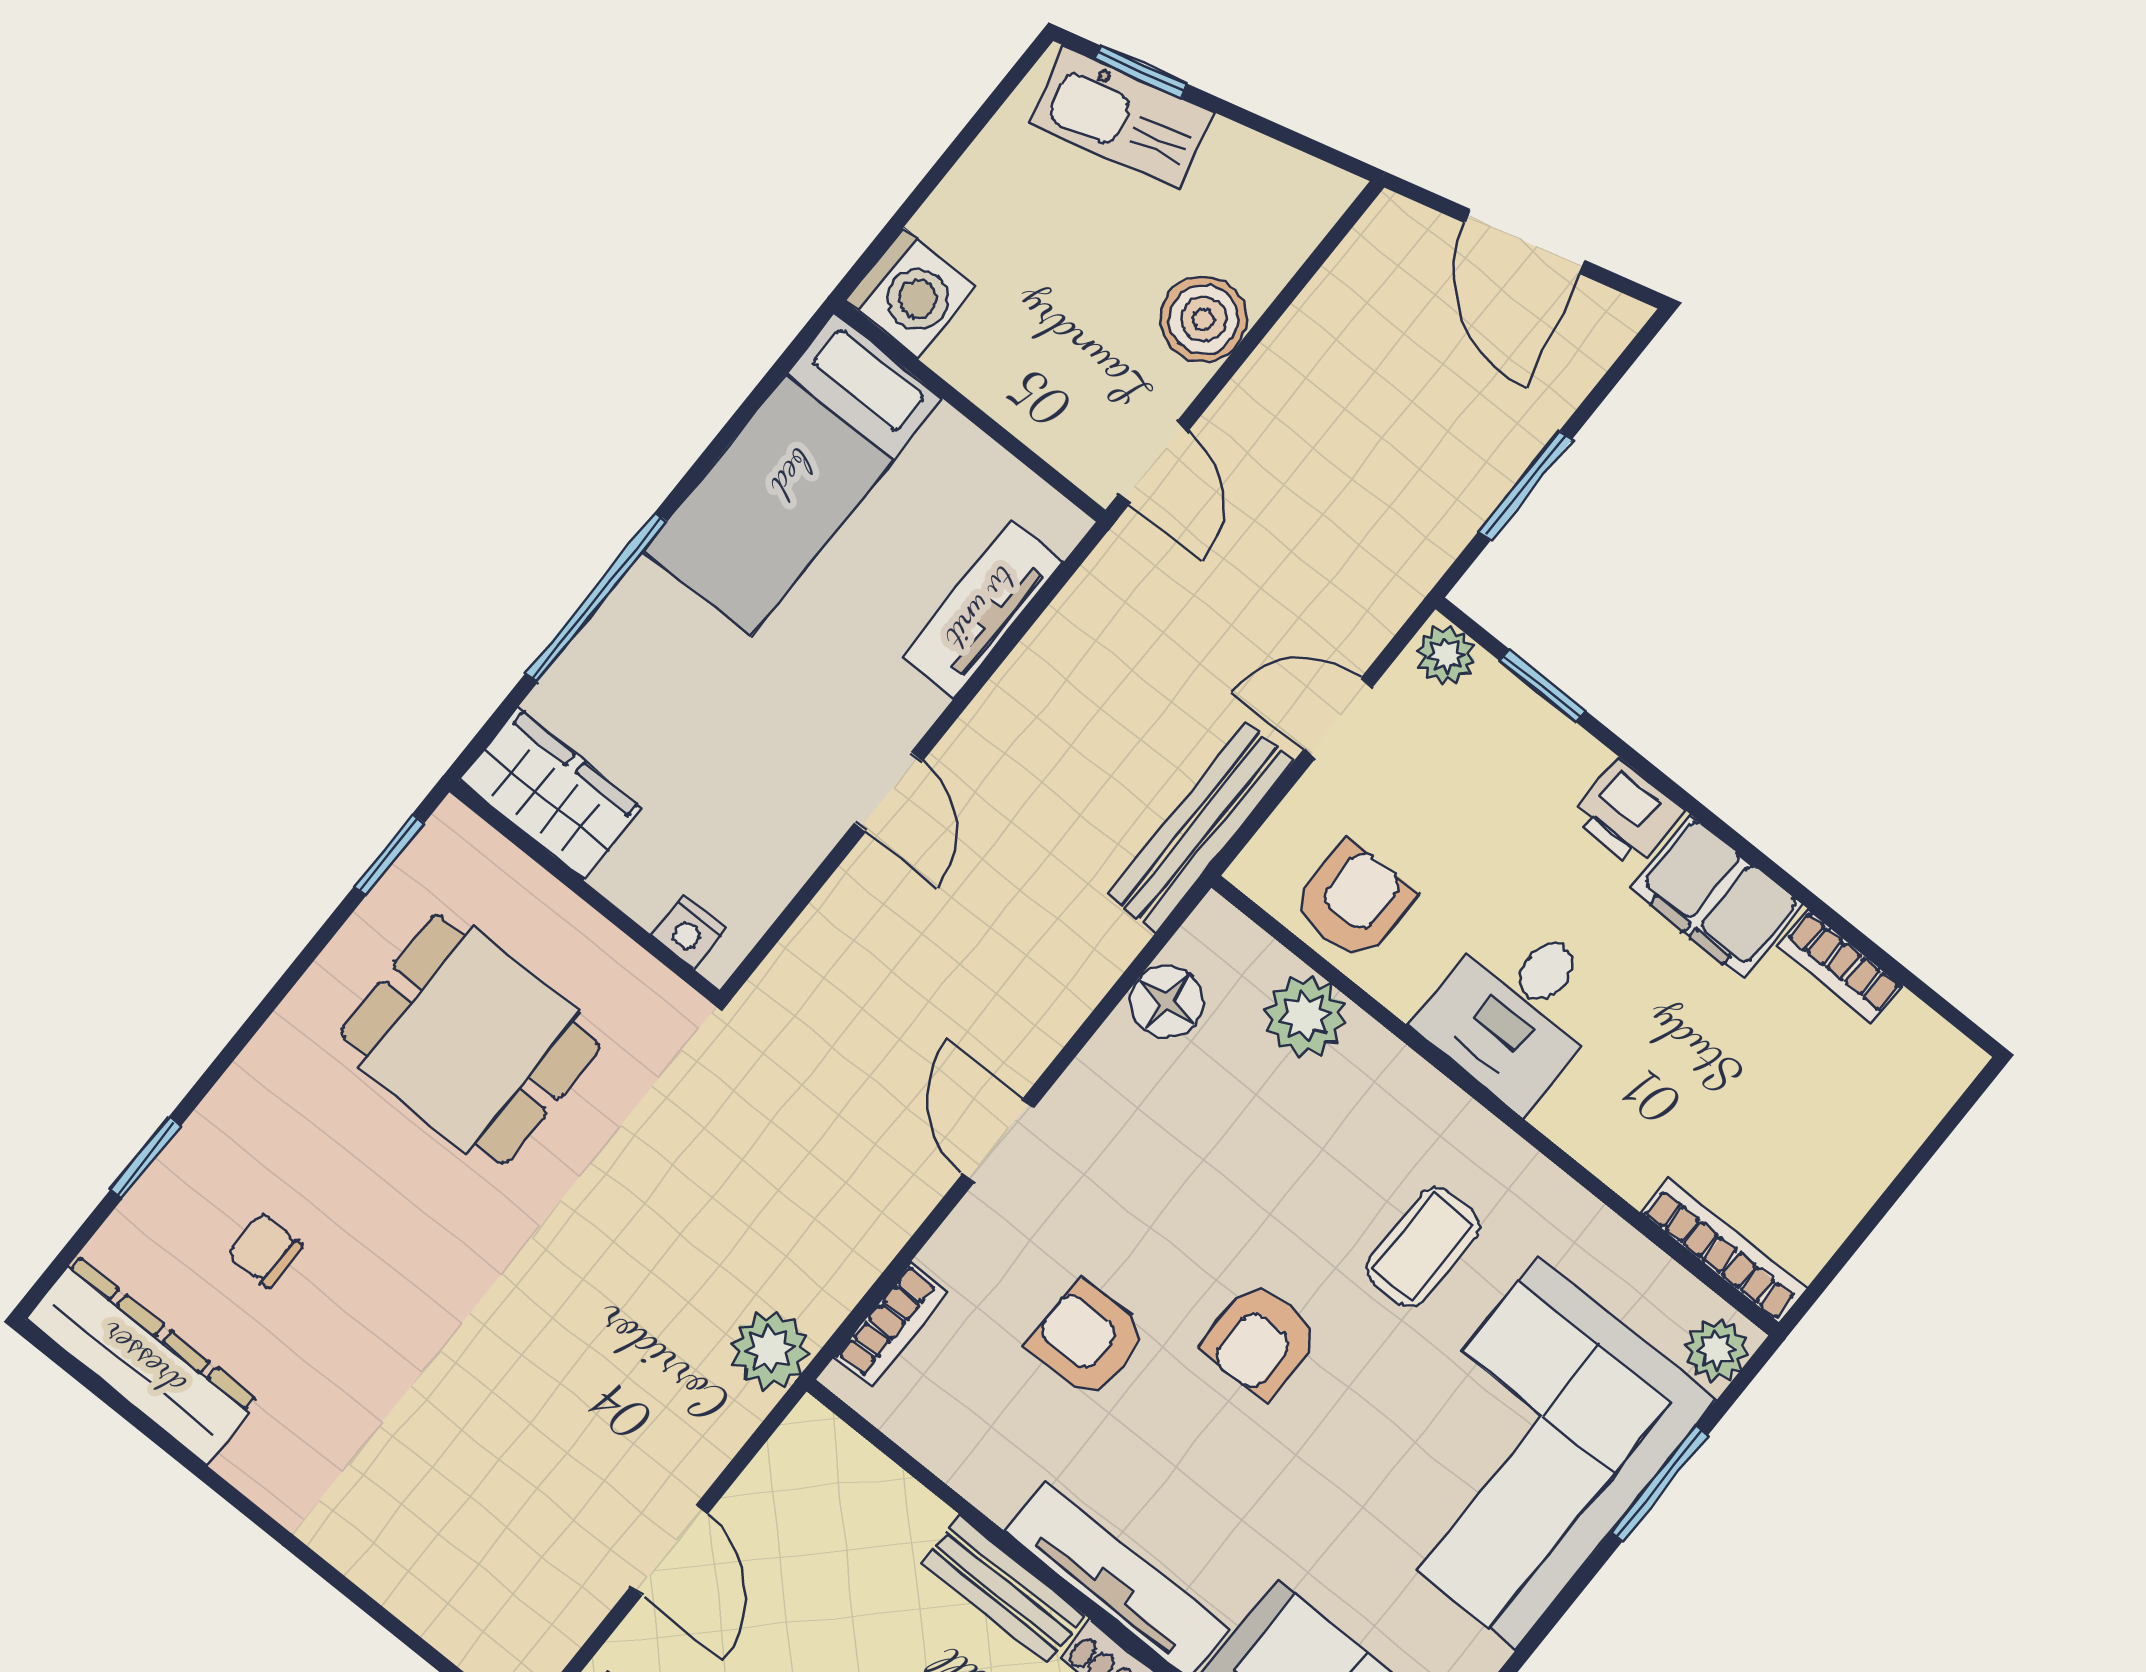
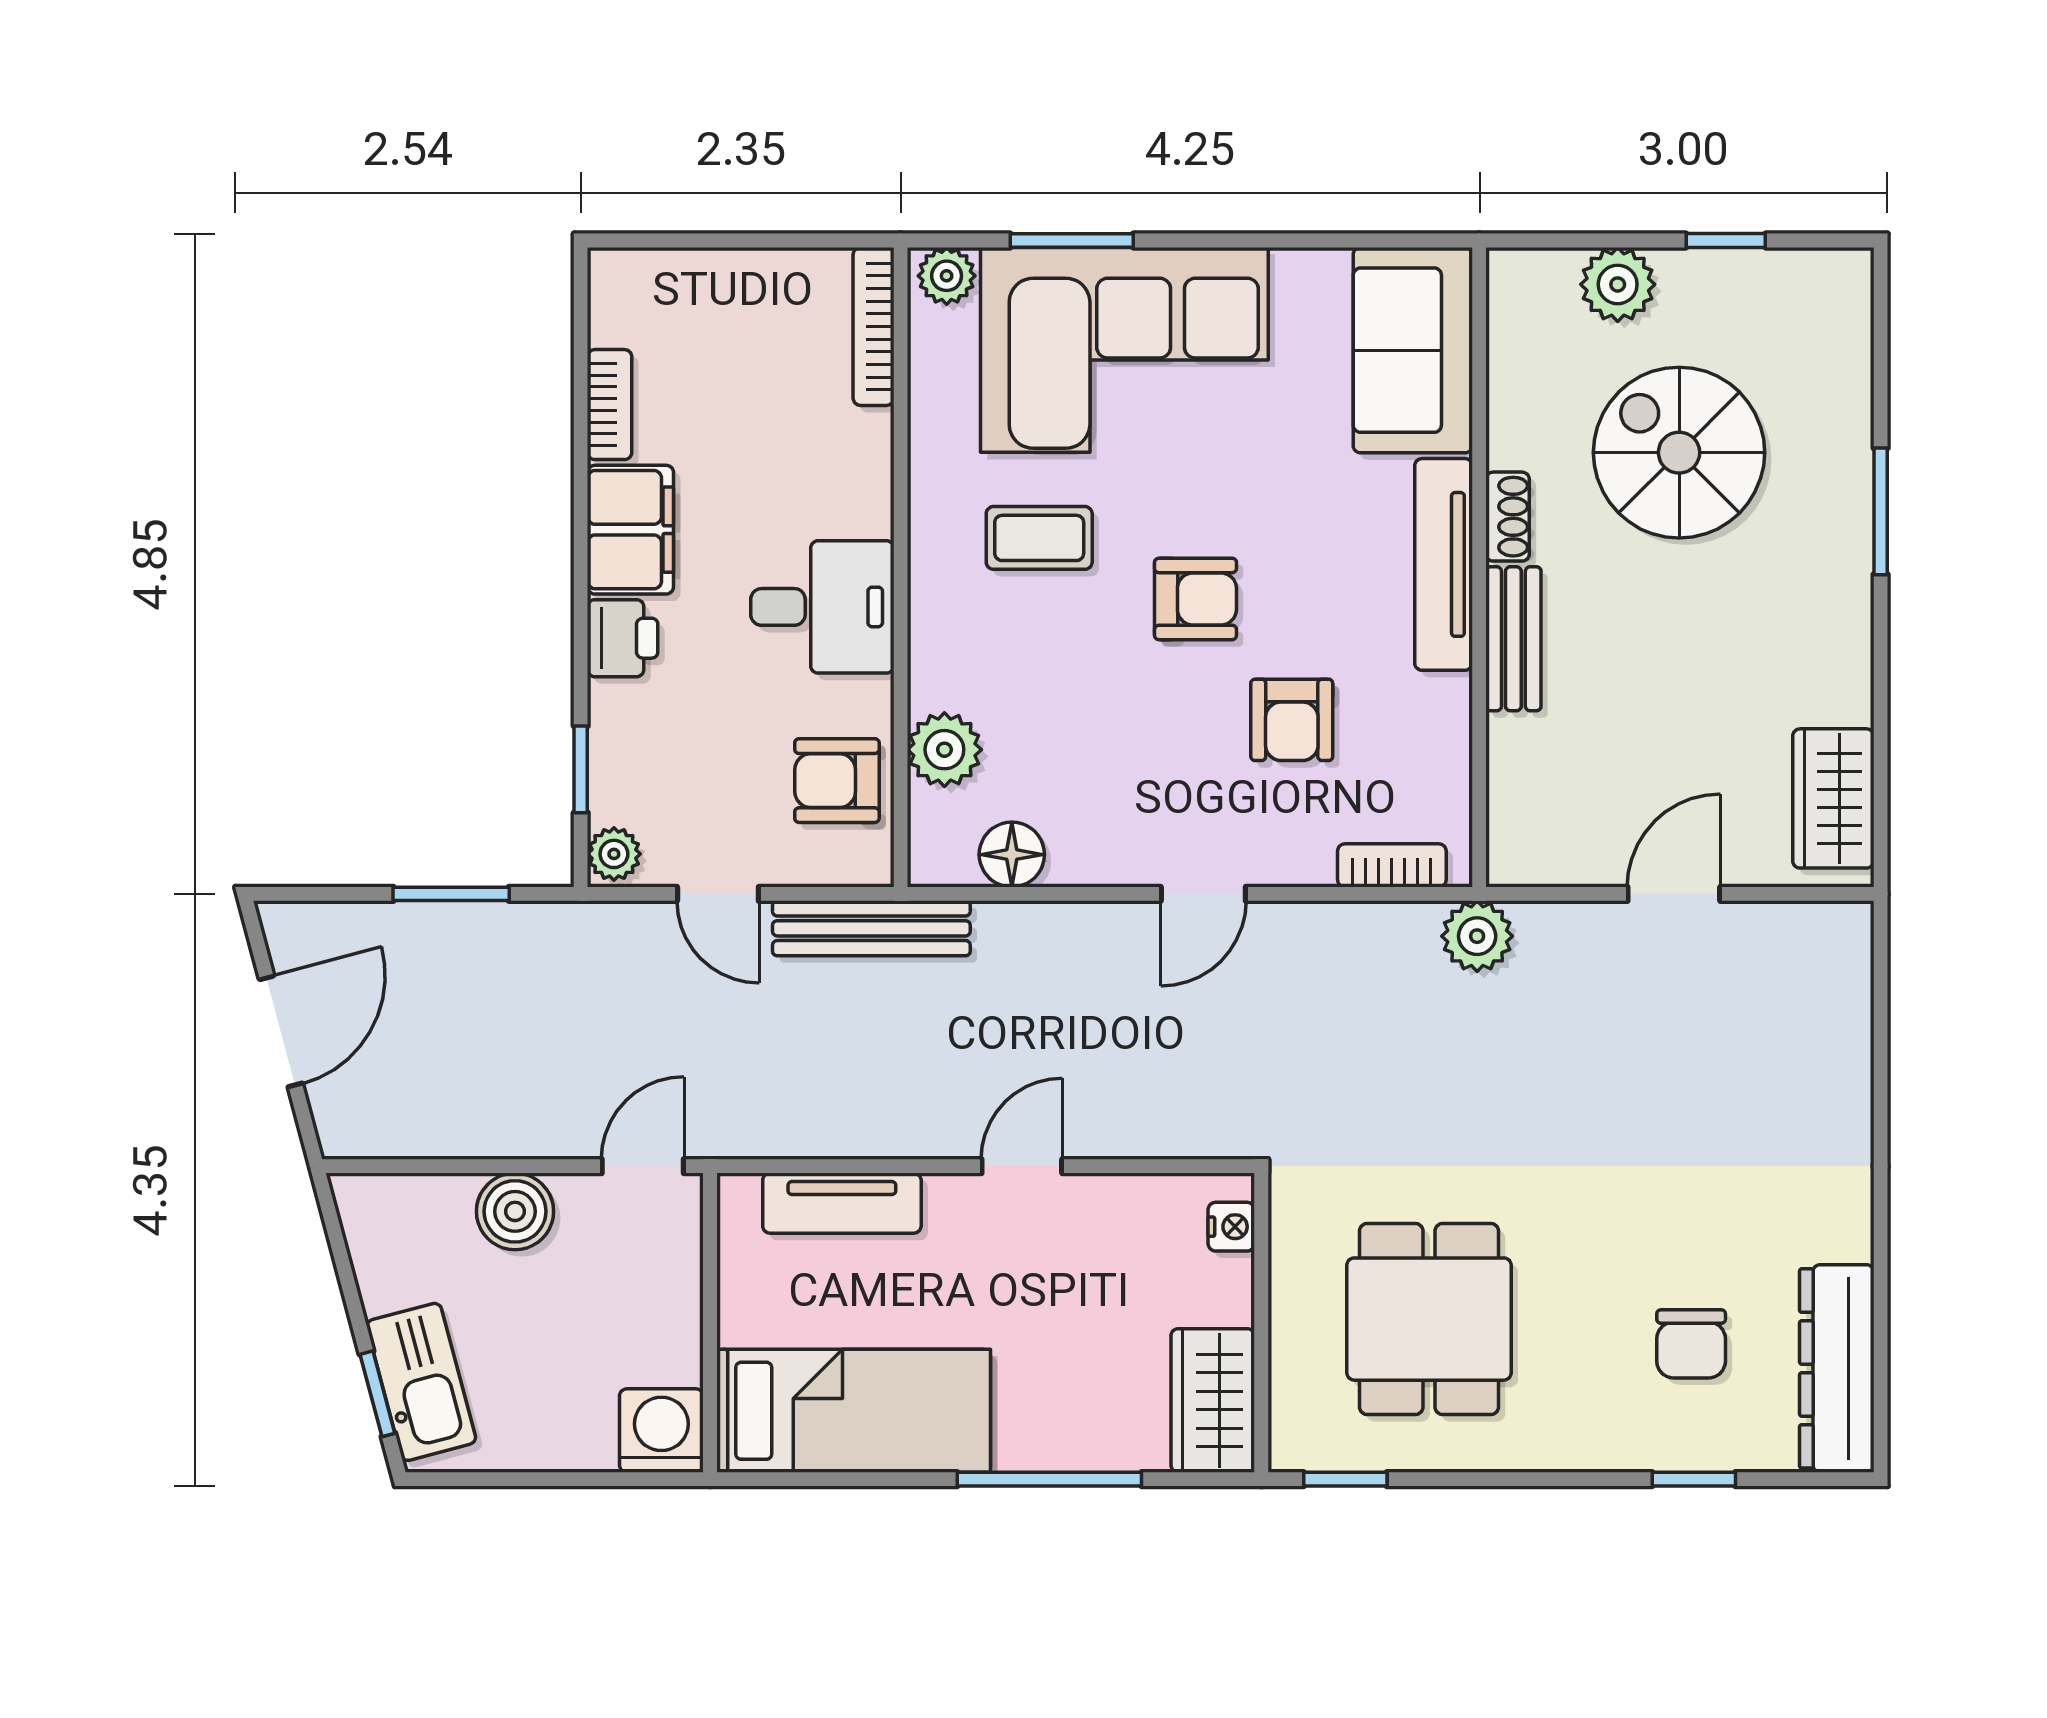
chair: (265, 1250) -> (1691, 1344), width x1.37, depth x1.37

